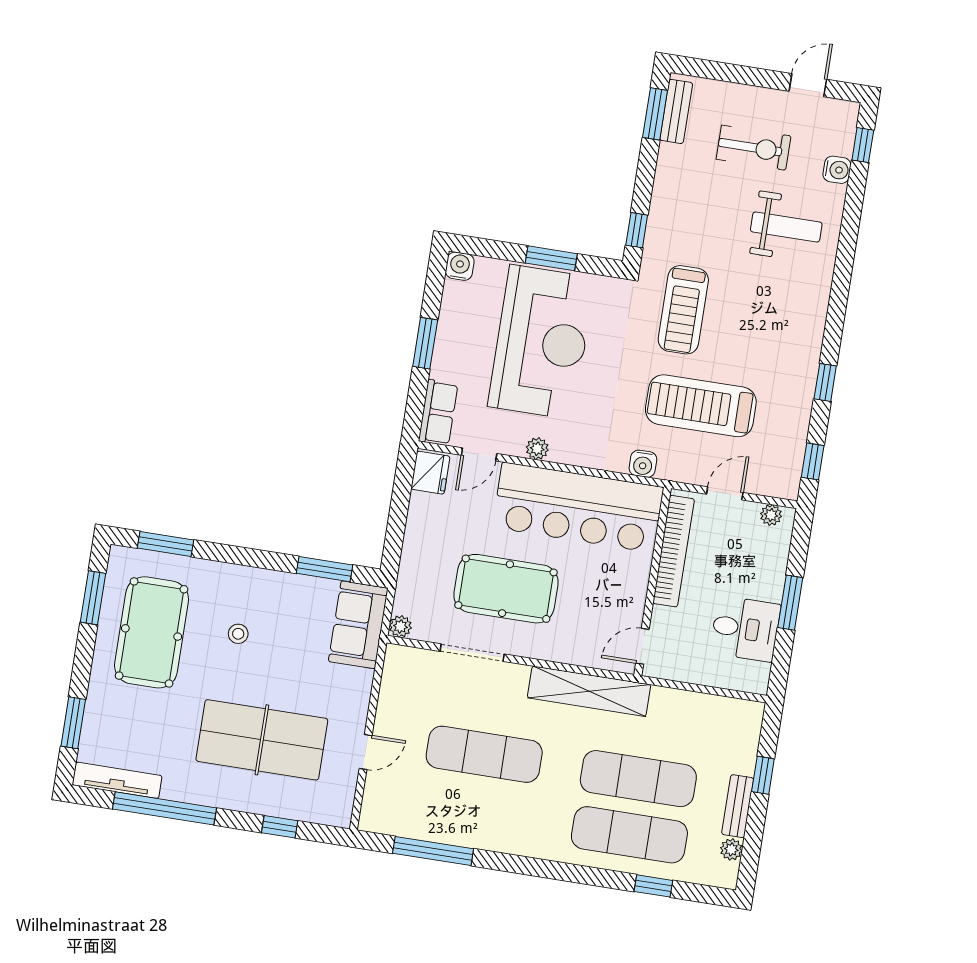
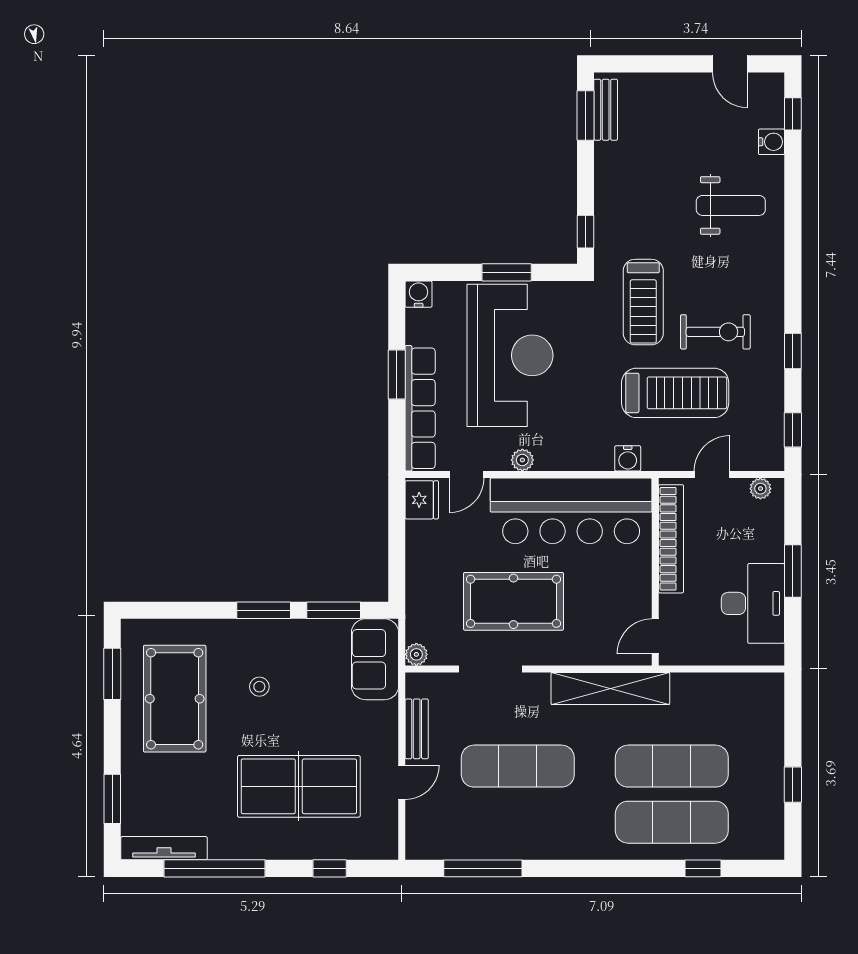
door: (808, 85) -> (730, 64), swing flipped
exercise bike: (754, 148) -> (715, 332), moved
treadmill: (701, 406) -> (675, 393), turned 180
row of seats: (438, 412) -> (420, 408), width x2.02
window: (165, 544) -> (264, 610), moved
desk: (745, 629) -> (753, 603), width x1.37
window: (763, 775) -> (793, 785), moved
bench: (738, 806) -> (417, 729), moved
plant: (731, 849) -> (773, 821), removed

